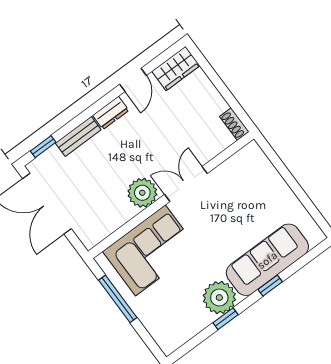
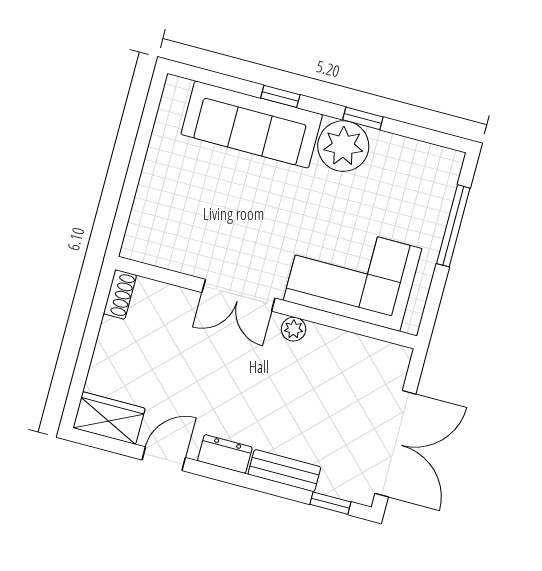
plant: (142, 193) -> (294, 329), width x0.53, depth x0.53
window: (118, 299) -> (453, 226), moved

